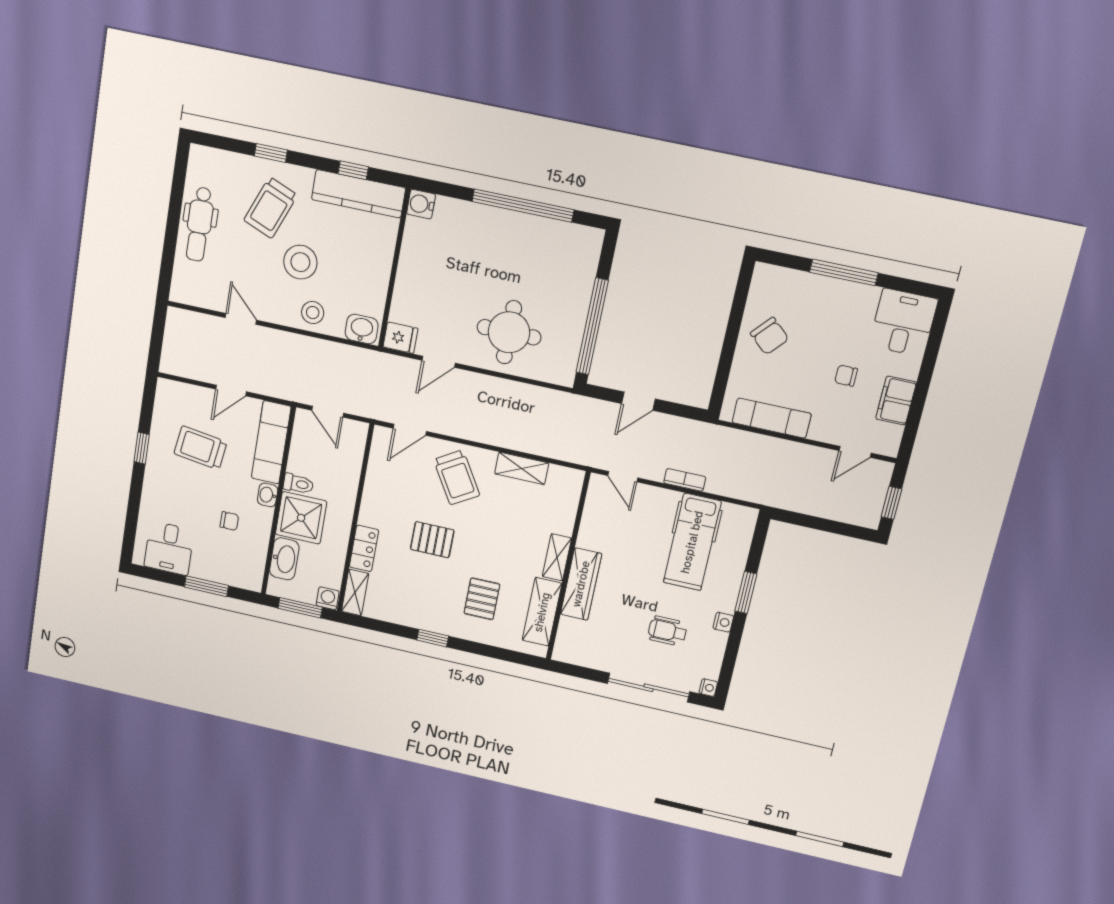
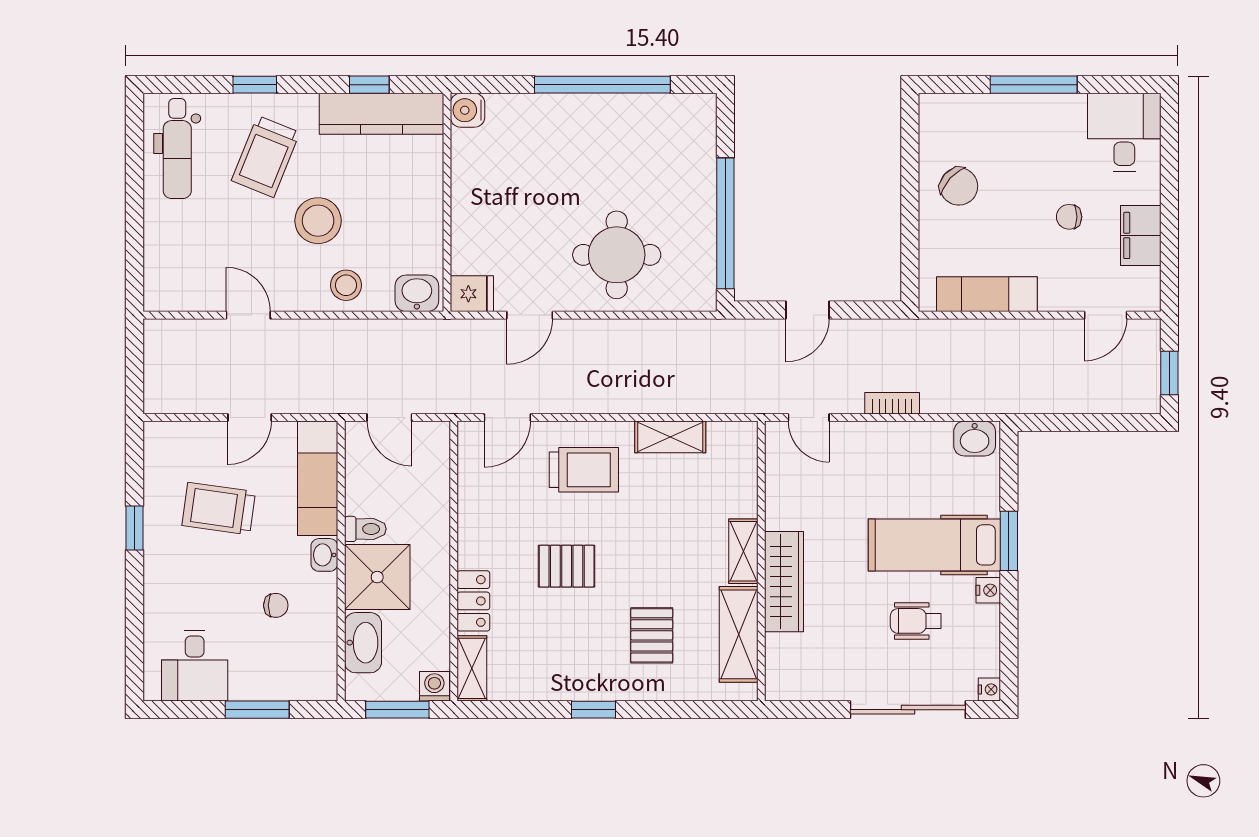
dental chair: (199, 224) -> (177, 149), moved
trolley: (457, 477) -> (584, 470), turned -59
washbasin: (738, 517) -> (975, 439), added
hospital bed: (692, 542) -> (934, 545), moved, turned 90

